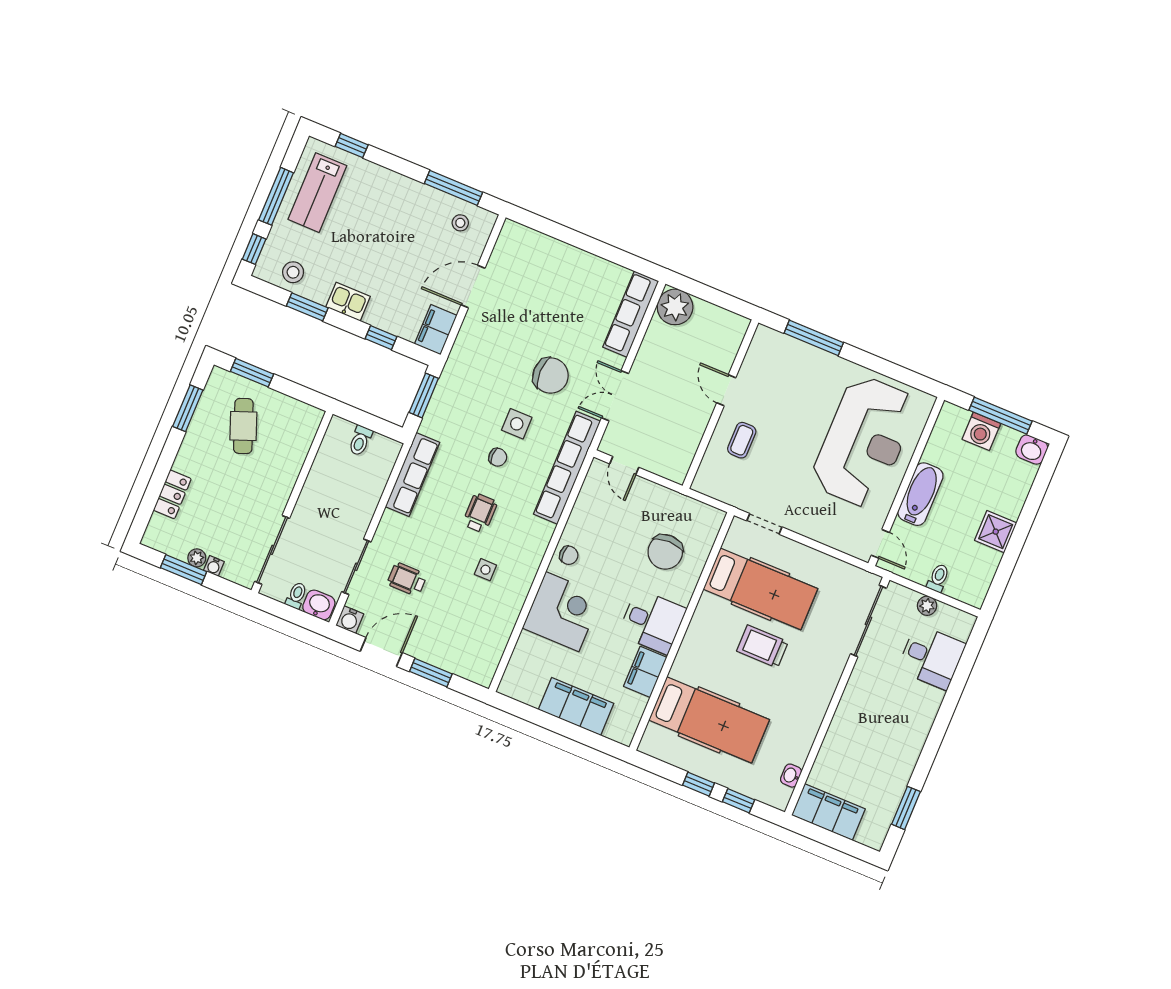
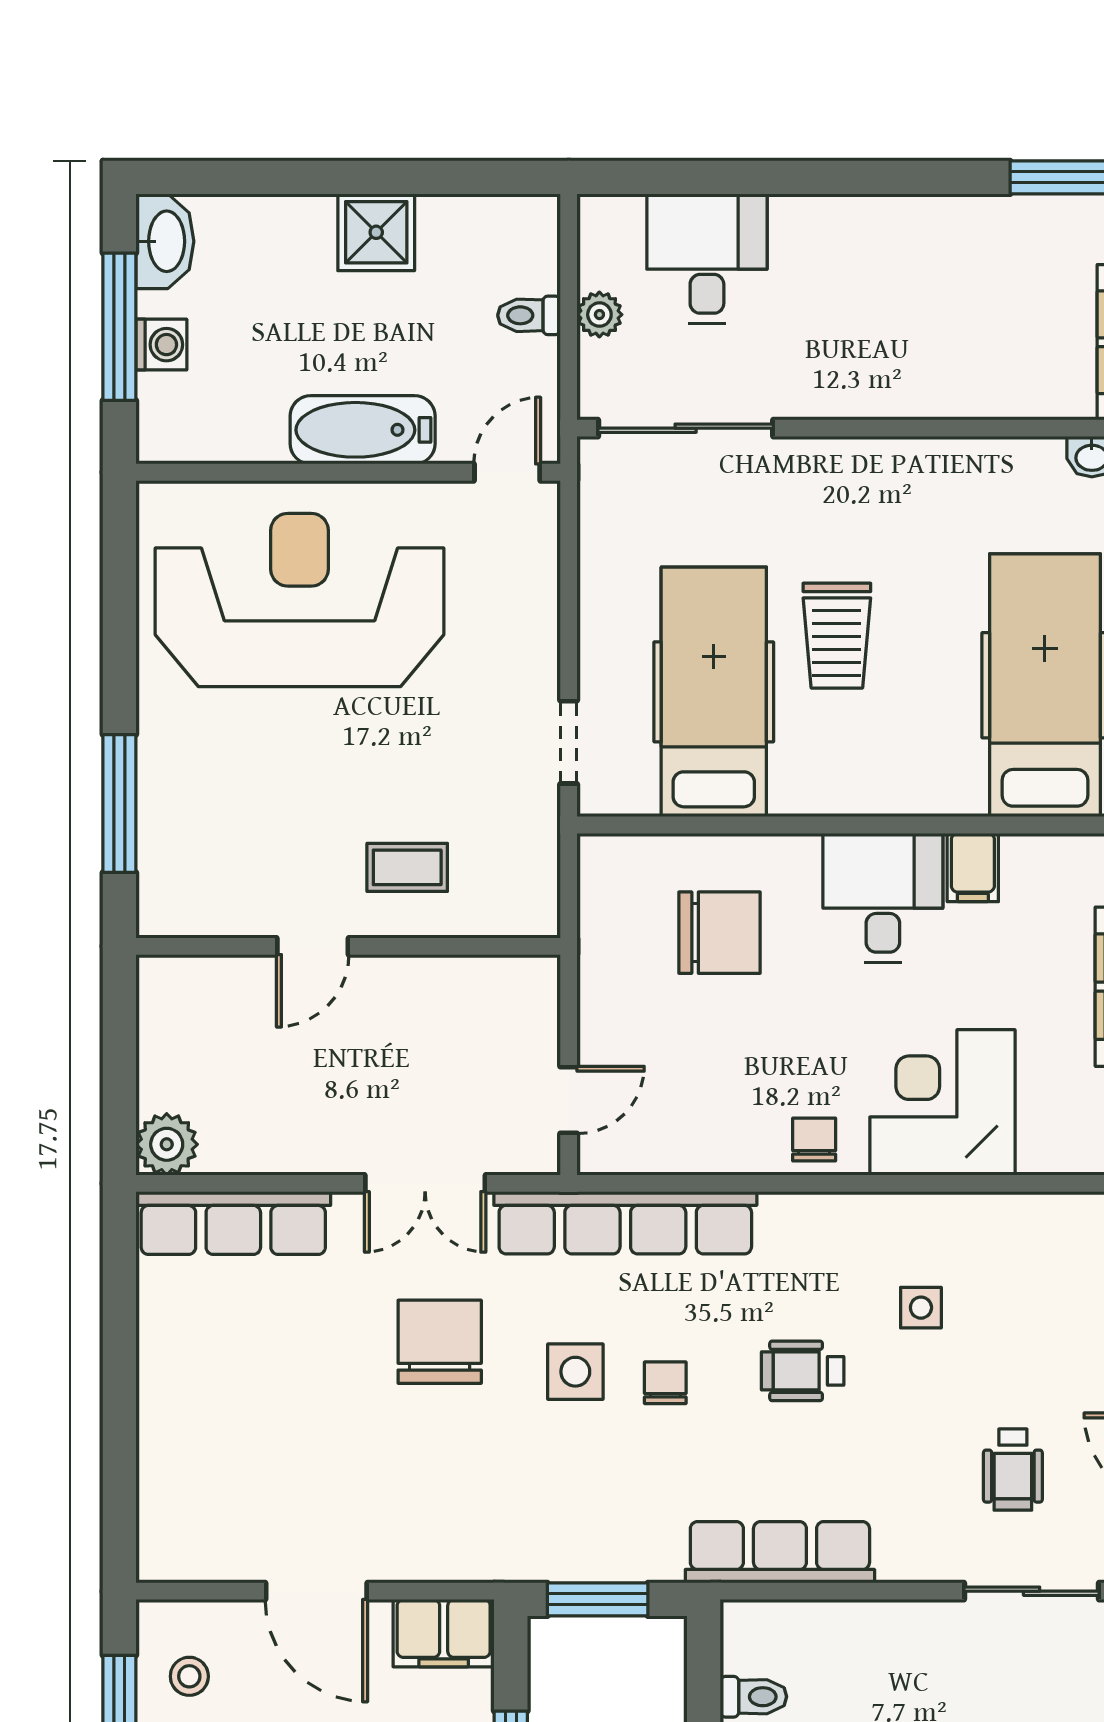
plant: (675, 307) -> (167, 1144), width x0.73, depth x0.73
washing machine: (981, 431) -> (161, 345), width x0.73, depth x0.73
washbasin: (1032, 450) -> (165, 241), width x1.38
filing cabinet: (645, 672) -> (973, 867), width x0.50

